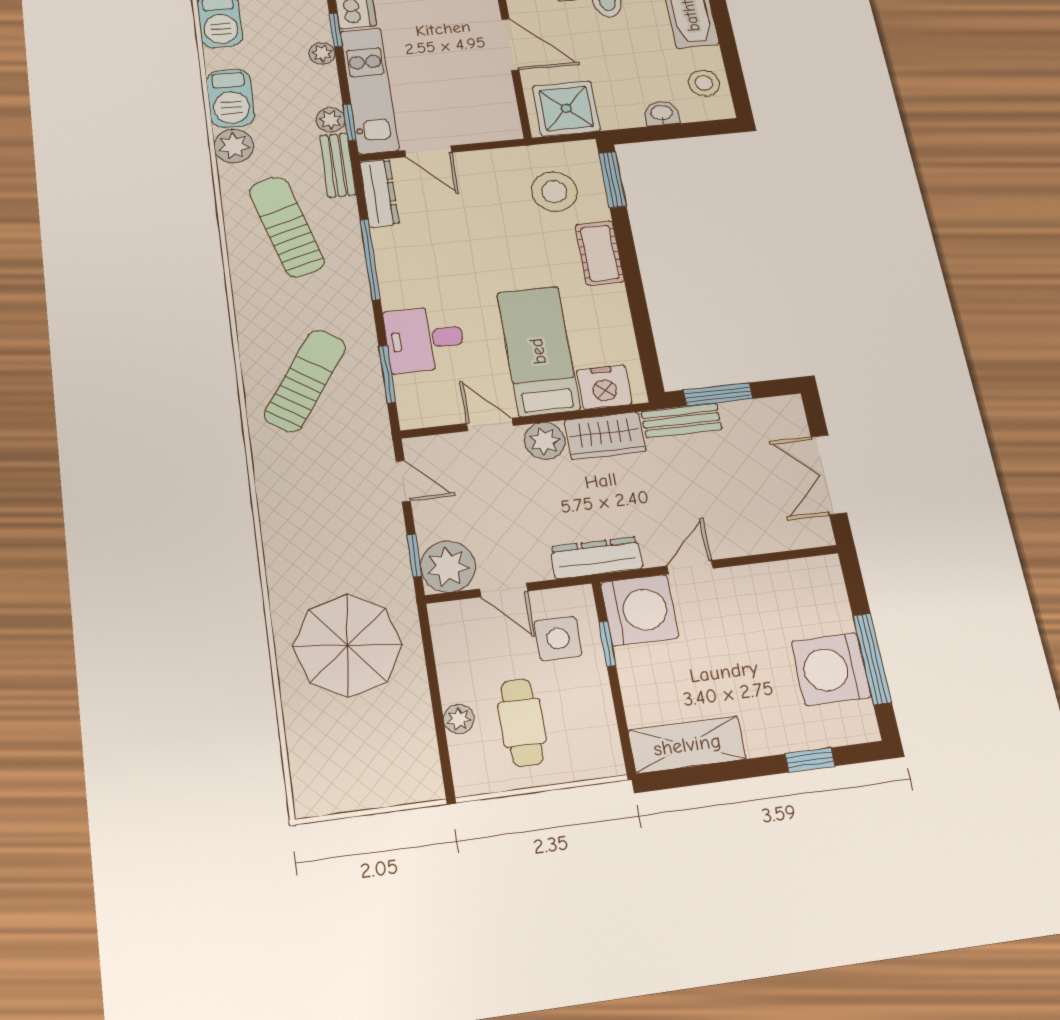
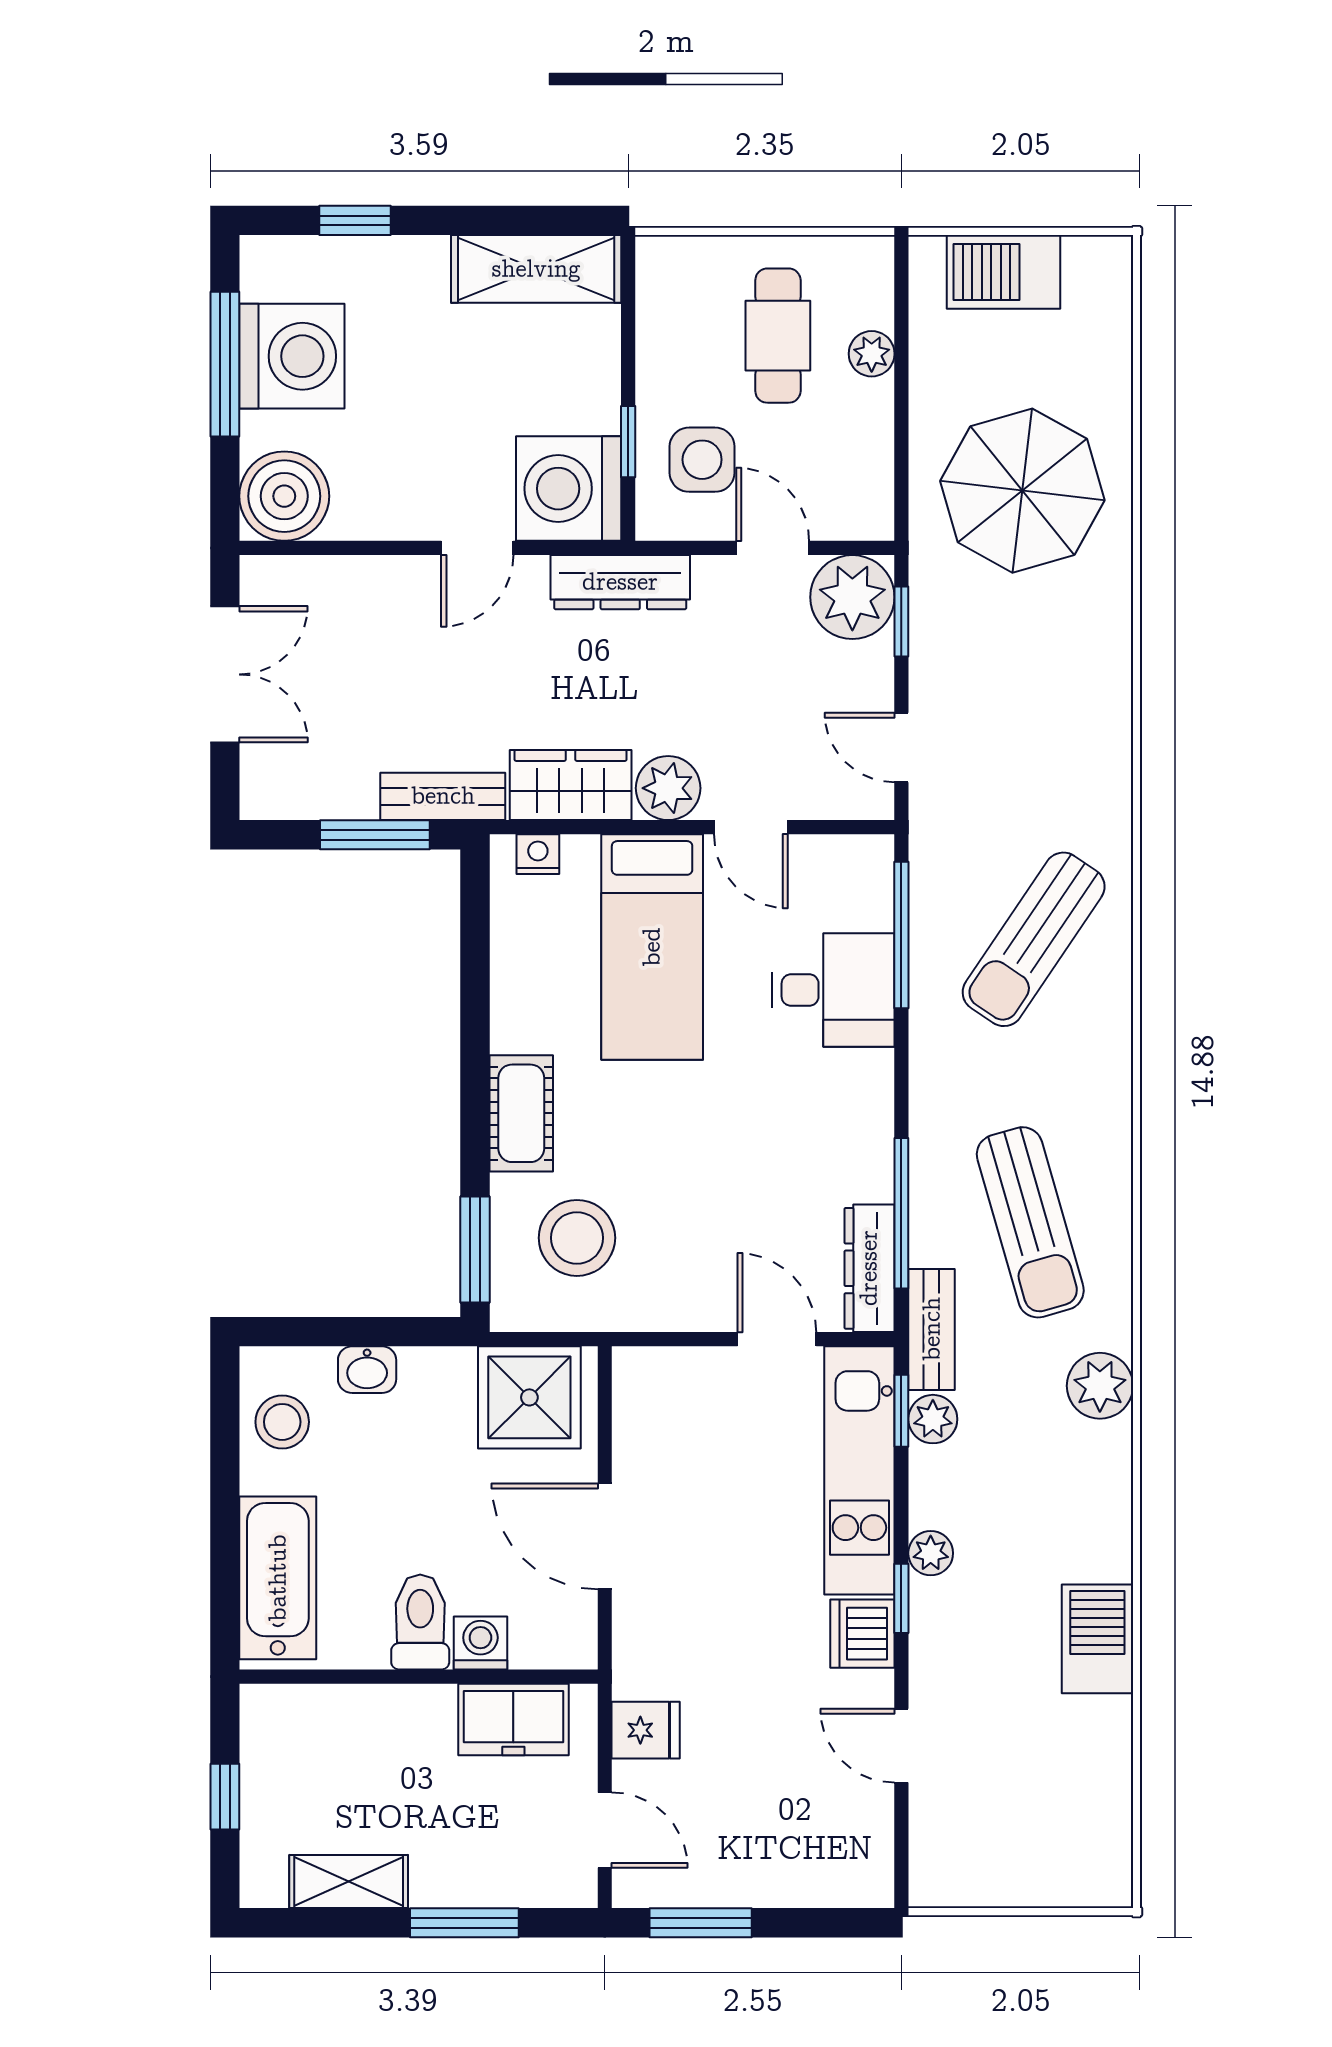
barbecue: (230, 98) -> (1003, 272), moved, turned -90
window: (370, 260) -> (901, 1213), moved
window: (387, 374) -> (901, 935), width x1.44
nightstand: (604, 387) -> (538, 854), width x0.53, depth x0.56
boiler: (817, 583) -> (284, 496), added

